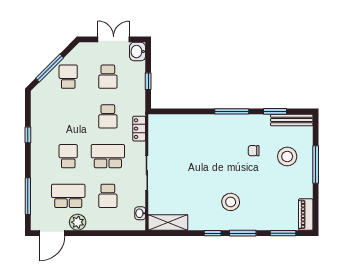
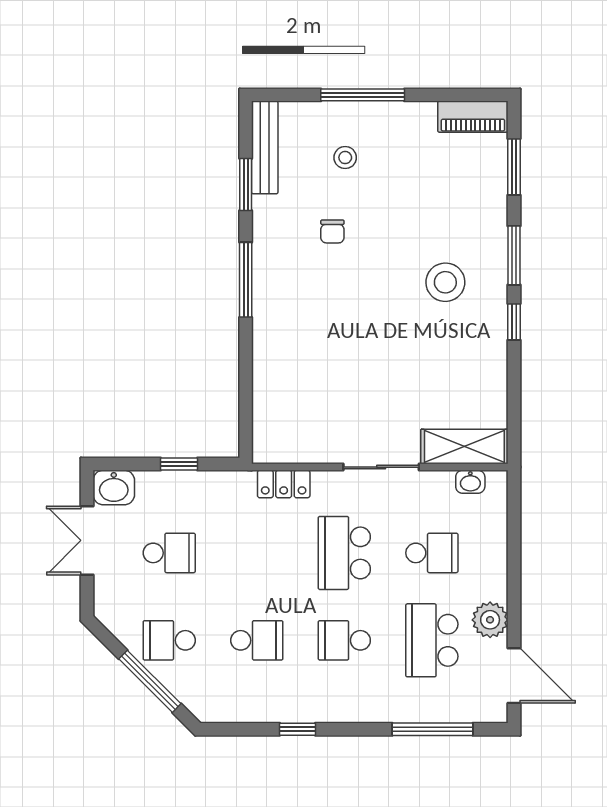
school desk: (108, 116) -> (257, 640), moved
stool: (287, 157) -> (345, 158), width x0.53, depth x0.53
shelving: (168, 222) -> (464, 447), moved, turned 90

